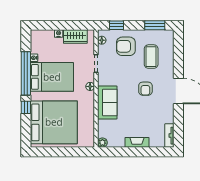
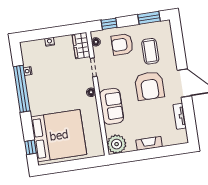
wardrobe: (75, 37) -> (81, 46), moved, turned 90
bed: (52, 77) -> (49, 88), removed
armchair: (145, 89) -> (149, 86), width x1.88, depth x1.88
window: (26, 107) -> (31, 147), moved
tv unit: (169, 136) -> (180, 116), moved
plant: (102, 143) -> (117, 144), width x1.88, depth x1.88

